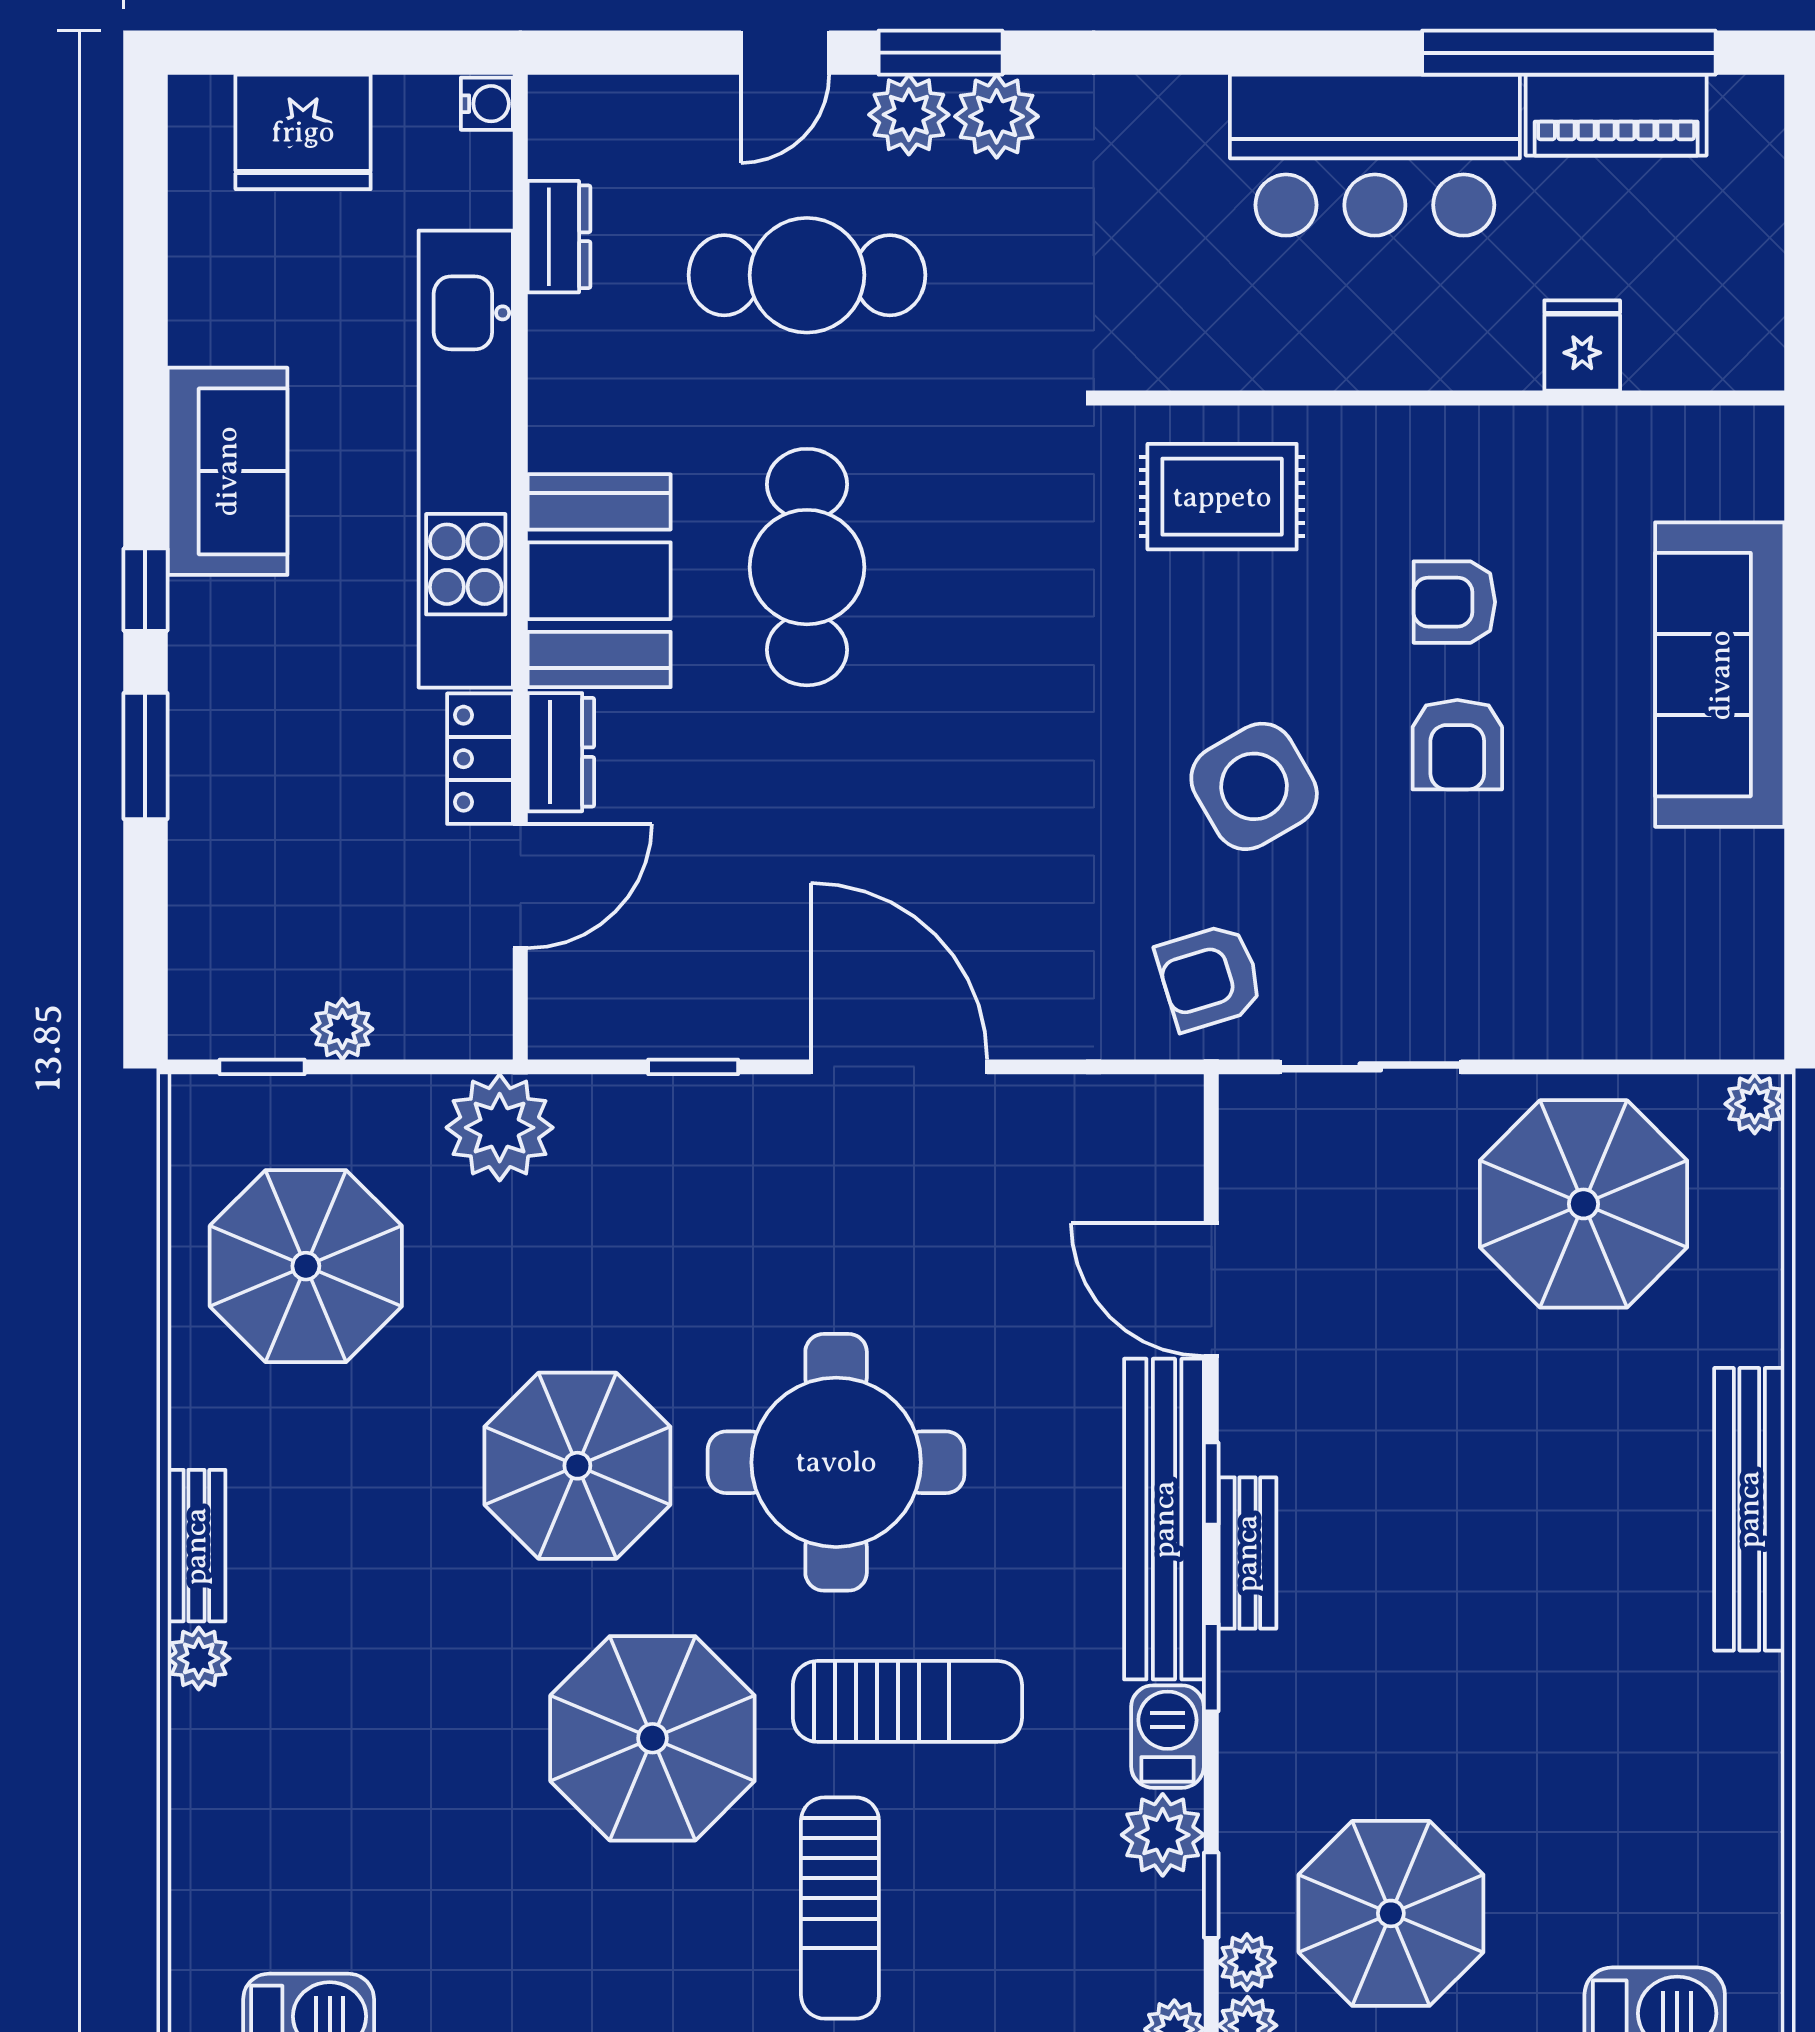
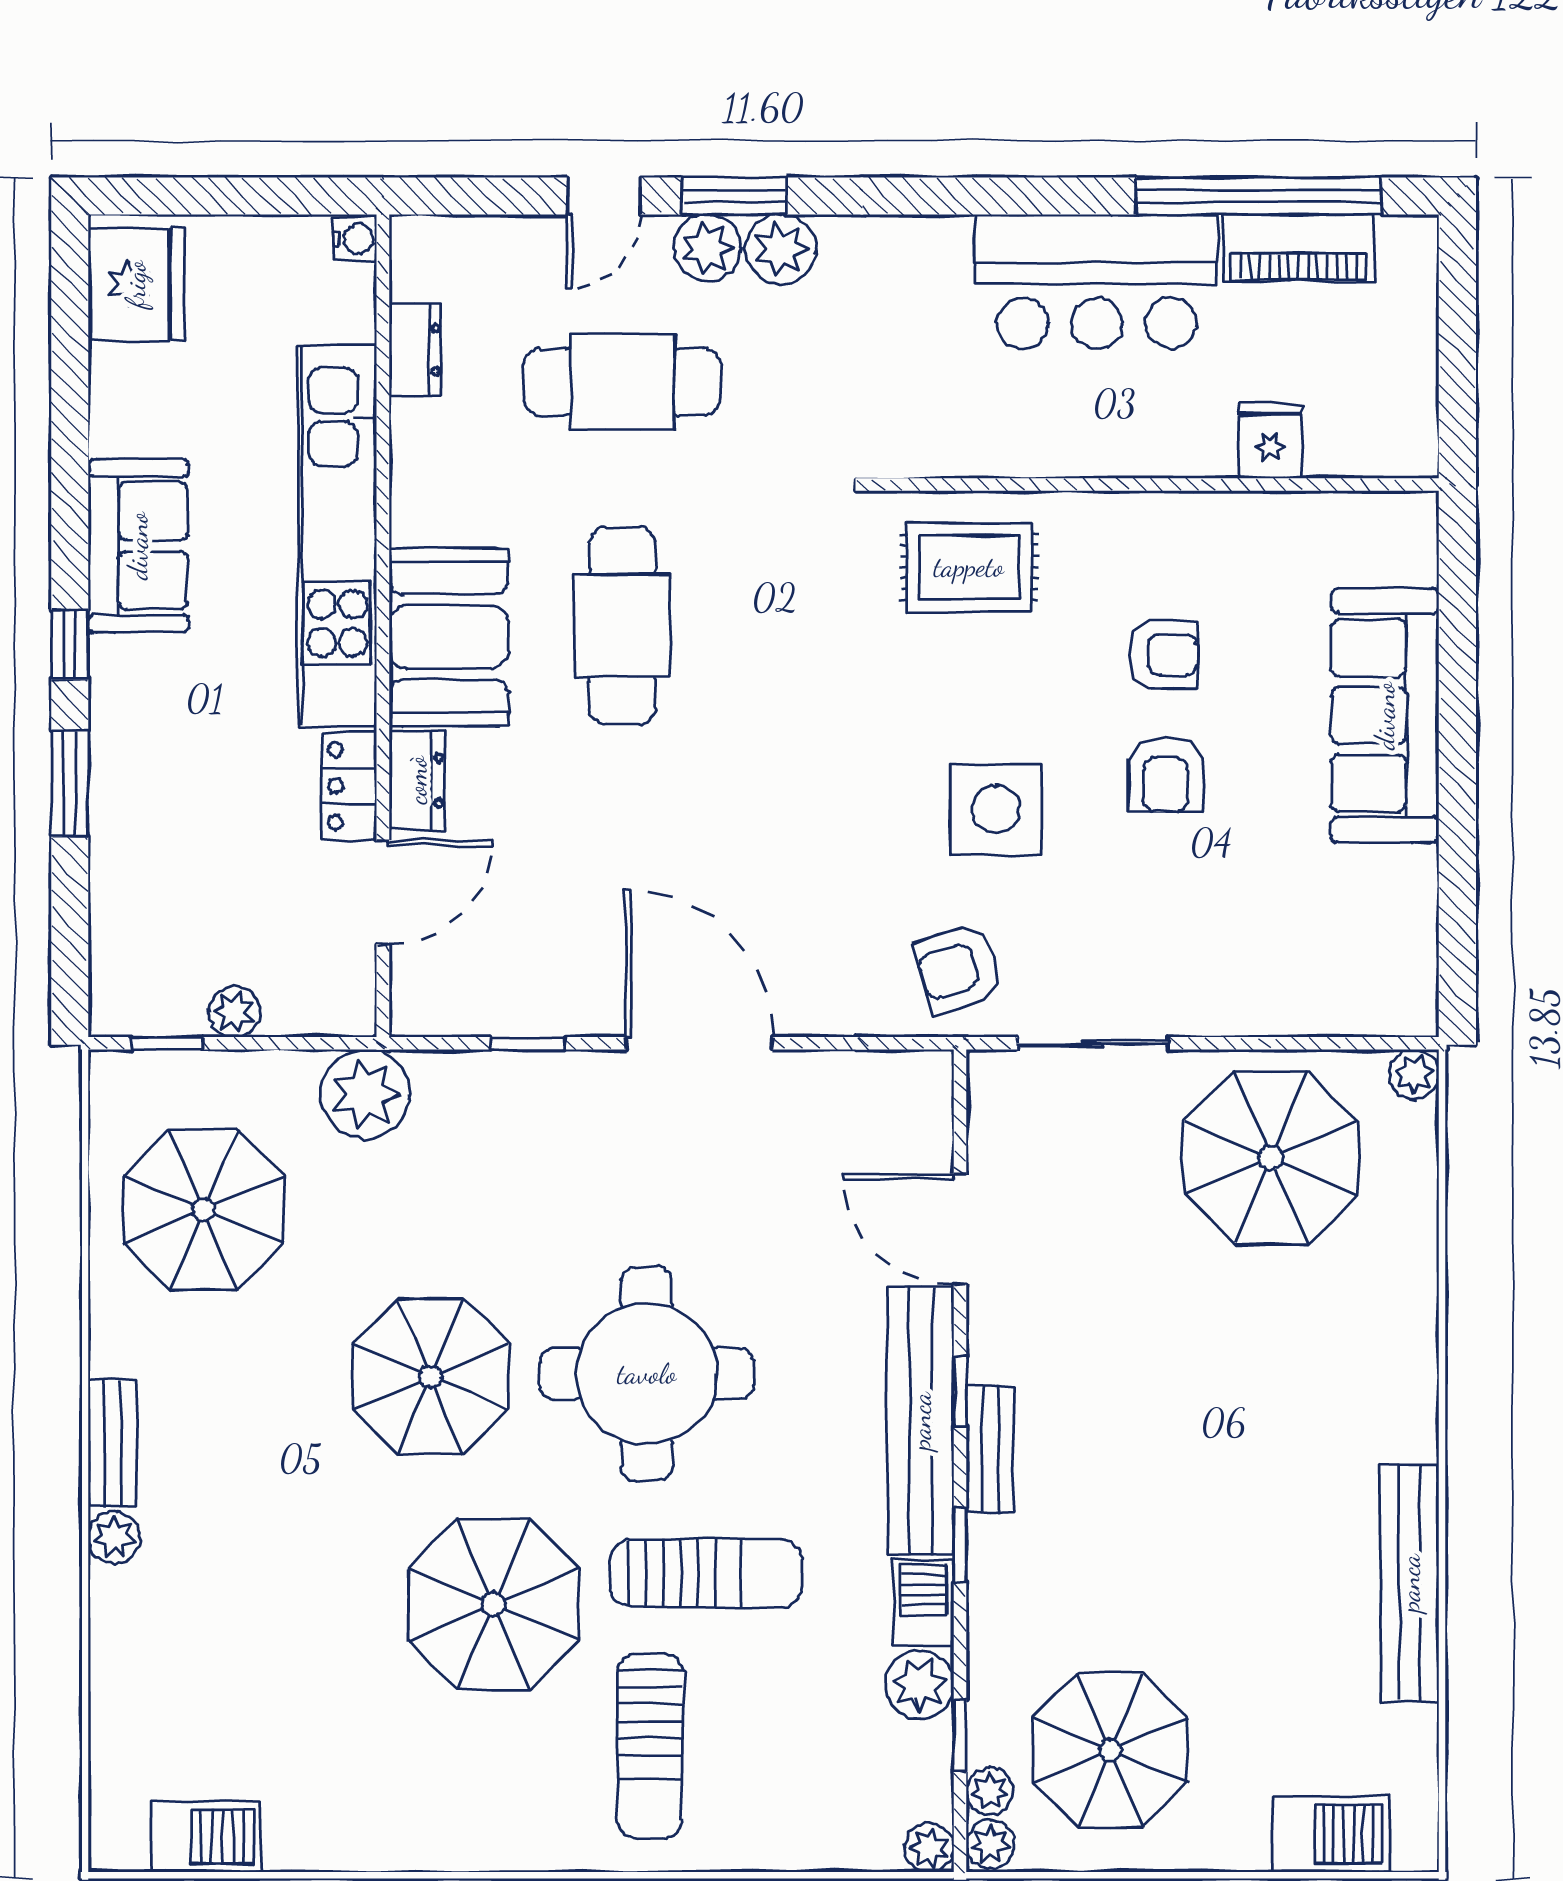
fridge: (303, 132) -> (136, 284), moved, turned -90
armchair: (1454, 602) -> (1163, 655), turned 180
side table: (1254, 786) -> (996, 809), turned 30
bench: (1749, 1509) -> (1410, 1583), moved

